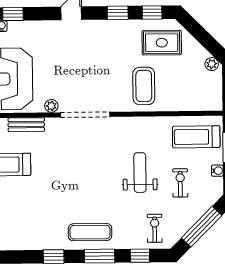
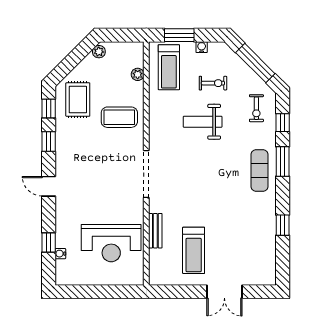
plant: (51, 106) -> (138, 74), moved
exercise bike: (180, 183) -> (213, 83), turned 180
exercise bike: (155, 228) -> (256, 108), turned -90
window: (54, 257) -> (283, 225), moved

